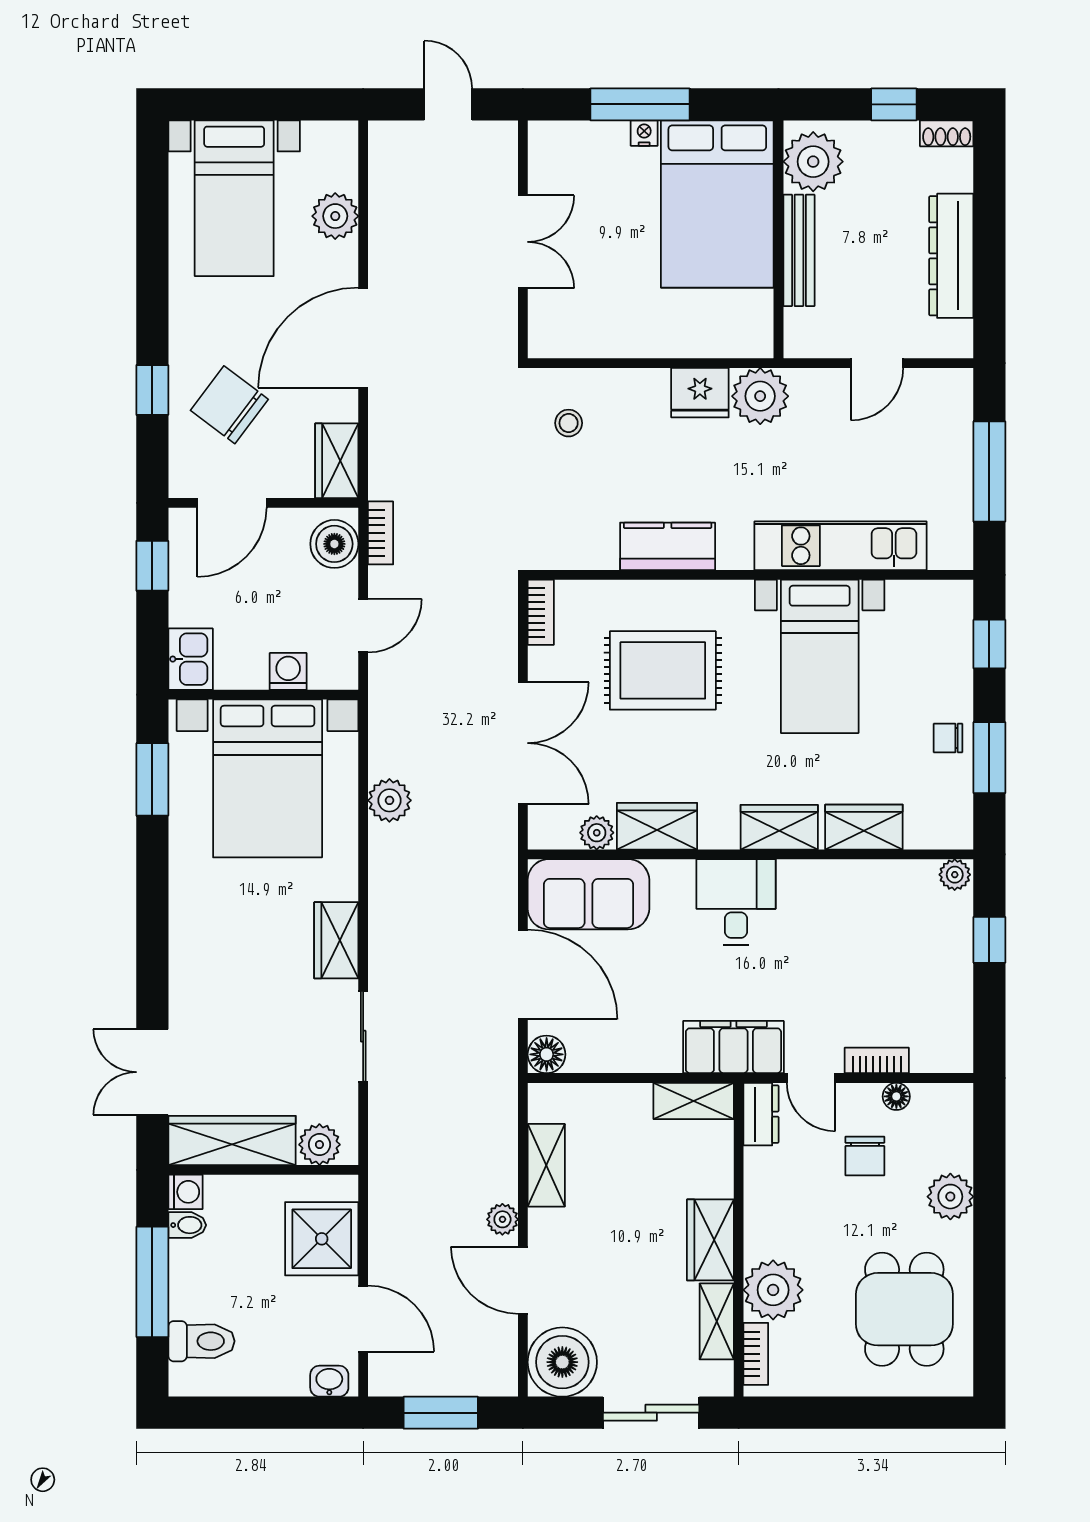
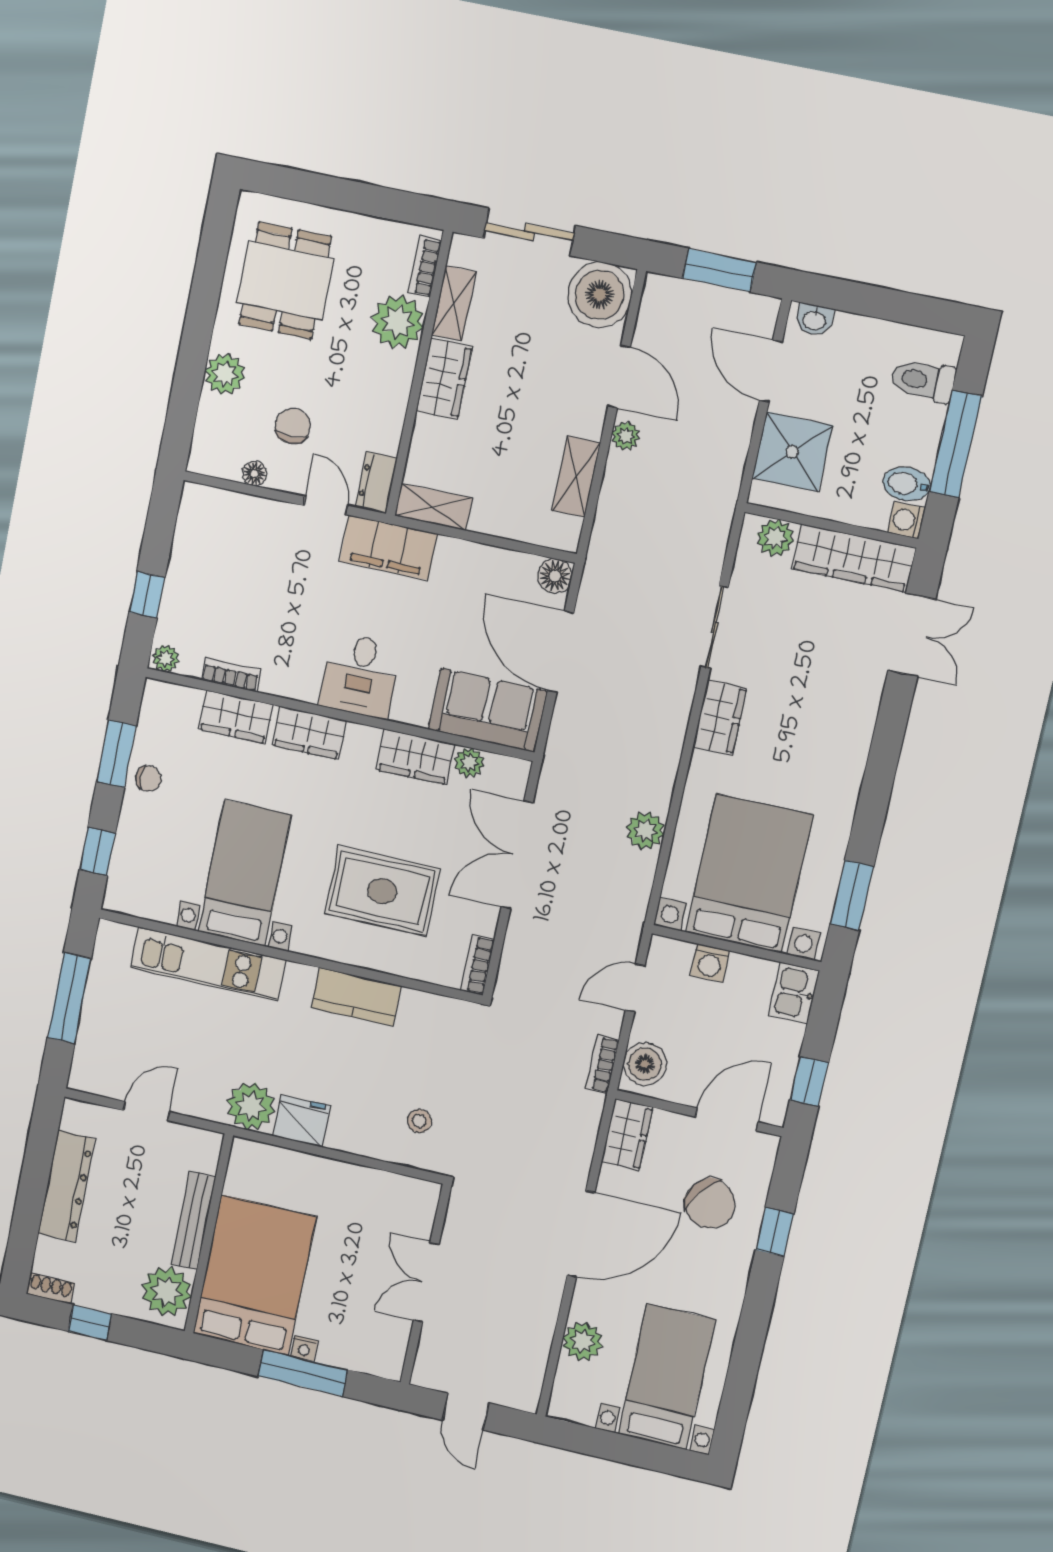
bookcase: (877, 1060) -> (231, 675), moved, turned 180
bidet: (187, 1225) -> (907, 484), width x1.38, depth x1.36

